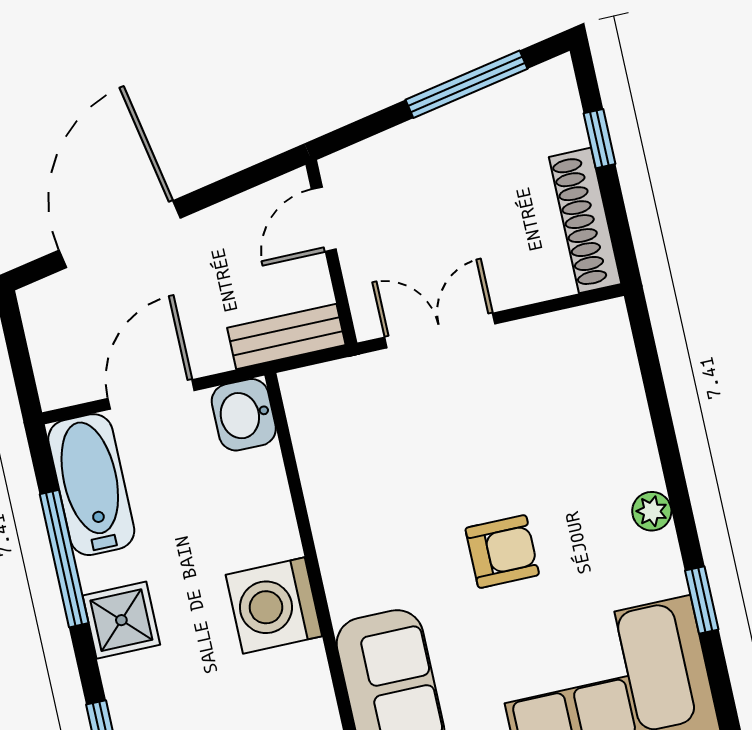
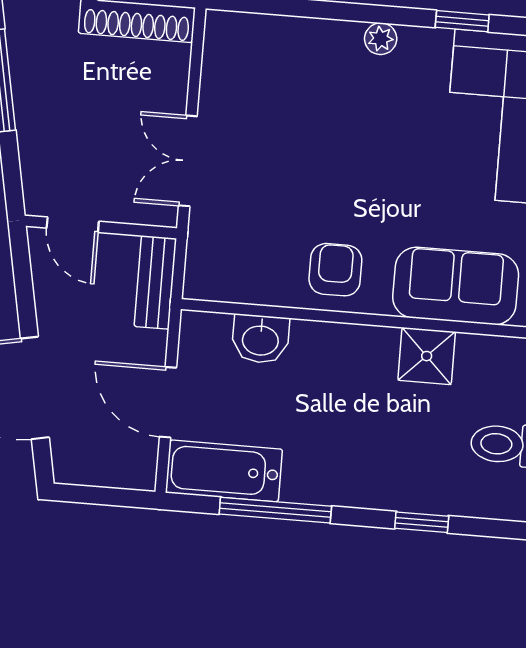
washbasin: (244, 415) -> (260, 339), moved
armchair: (502, 551) -> (335, 270), moved
washing machine: (274, 606) -> (363, 357), removed
shower: (121, 620) -> (427, 356), moved

